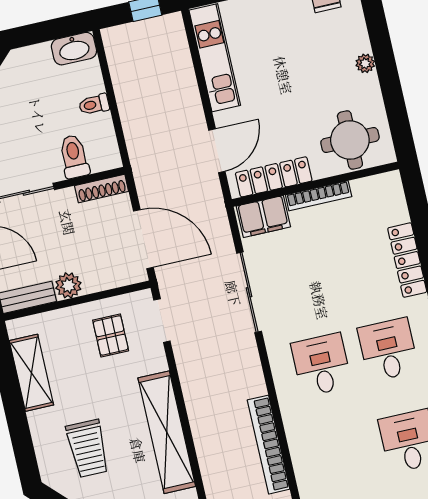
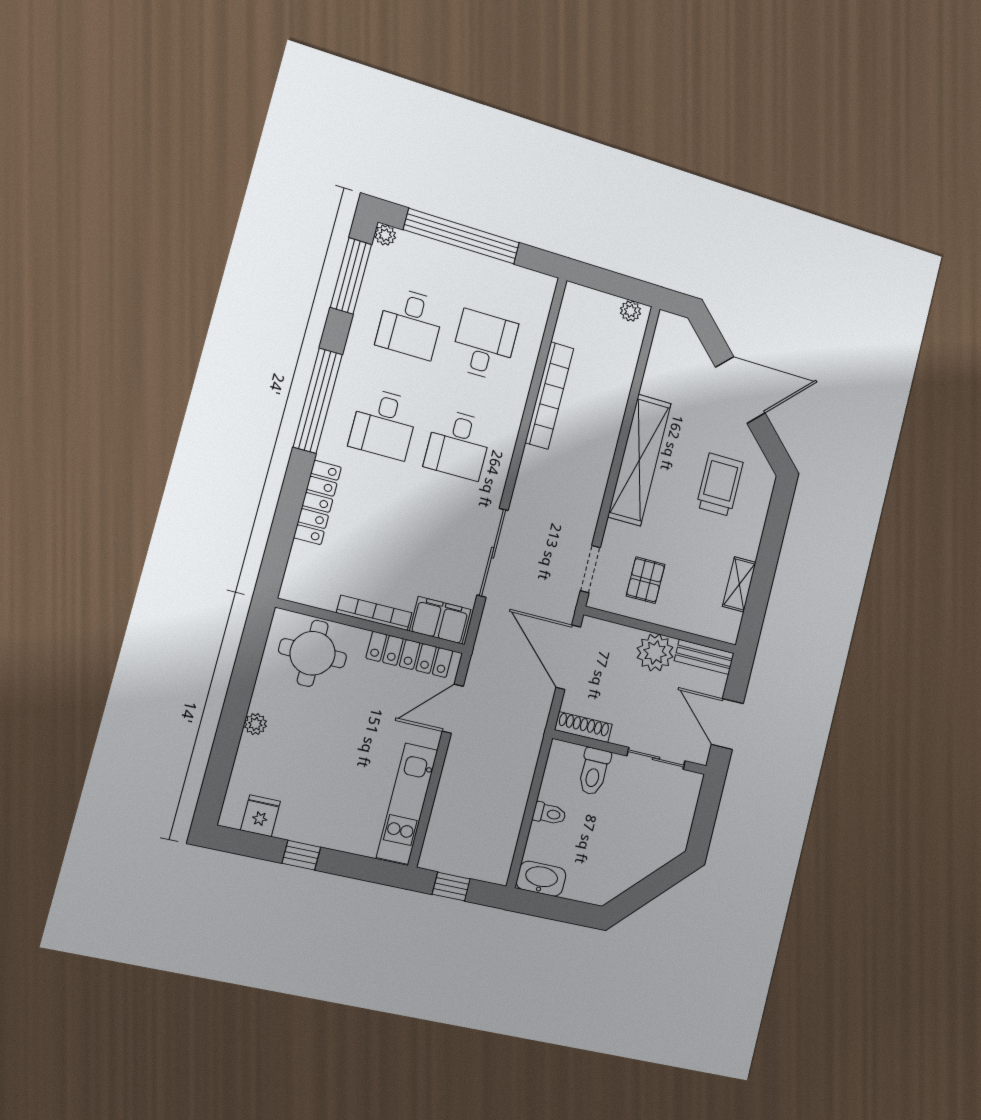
plant: (68, 285) -> (655, 652), width x1.36, depth x1.36
shelving: (31, 373) -> (739, 584), width x0.67, depth x0.75
desk: (342, 456) -> (484, 345), added

